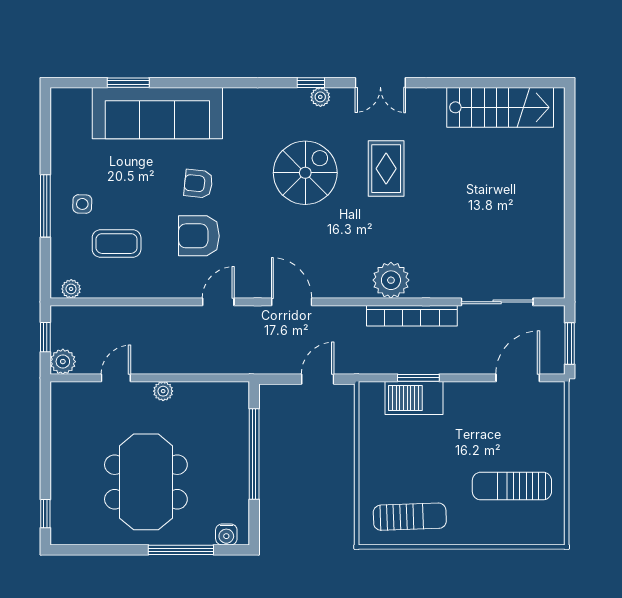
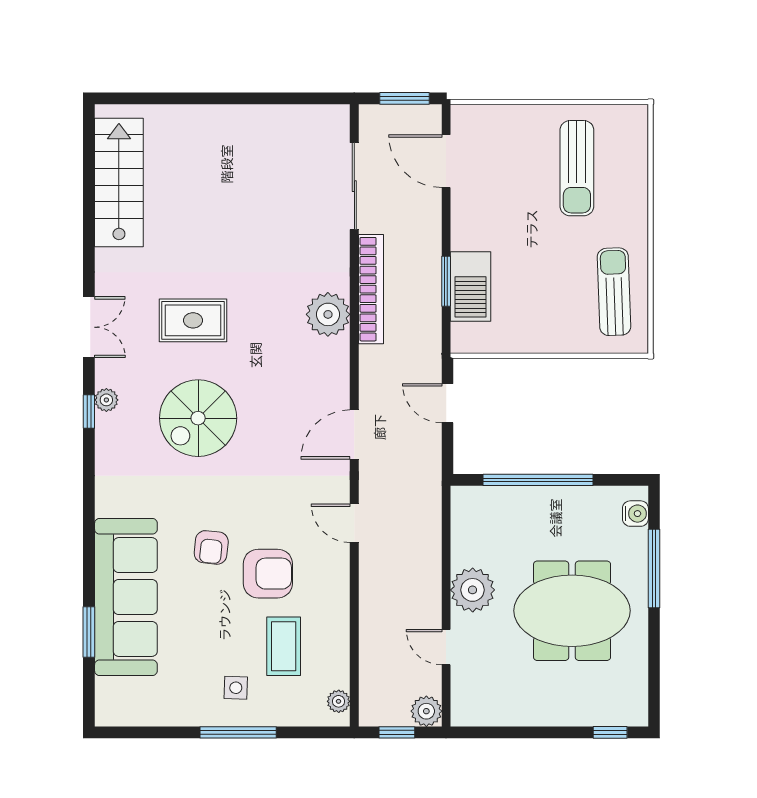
spiral stairs: (305, 173) -> (198, 418), turned -90
armchair: (199, 236) -> (268, 574), moved, turned -90
plant: (163, 391) -> (473, 590), width x1.87, depth x1.87

